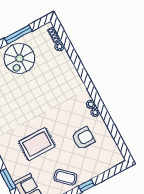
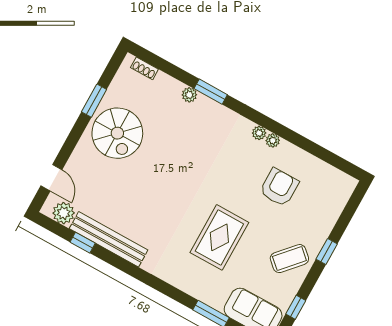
window: (18, 35) -> (94, 101), width x0.69
plant: (59, 46) -> (189, 95), moved
window: (80, 68) -> (211, 92), added

